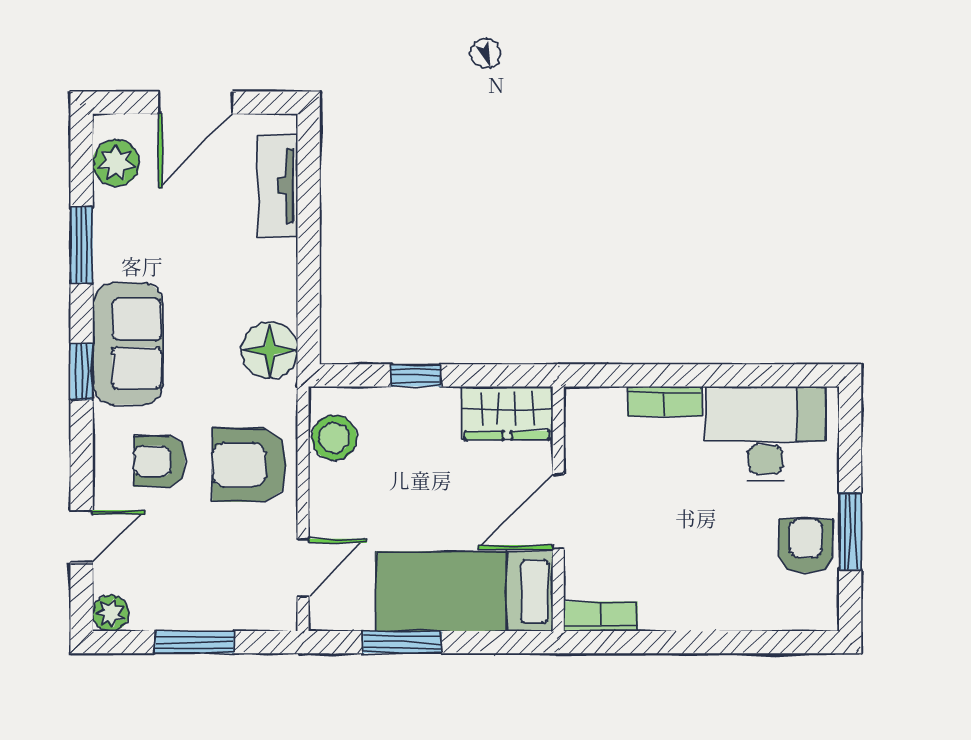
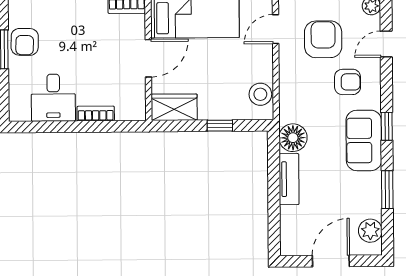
tv unit: (278, 186) -> (289, 179), moved
desk: (766, 434) -> (53, 98), width x0.73
armchair: (249, 465) -> (323, 39), moved, turned -90

